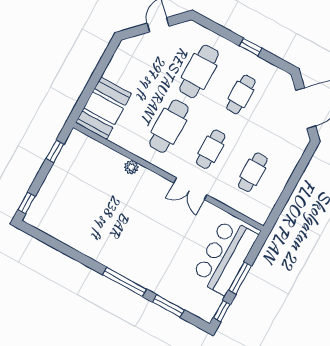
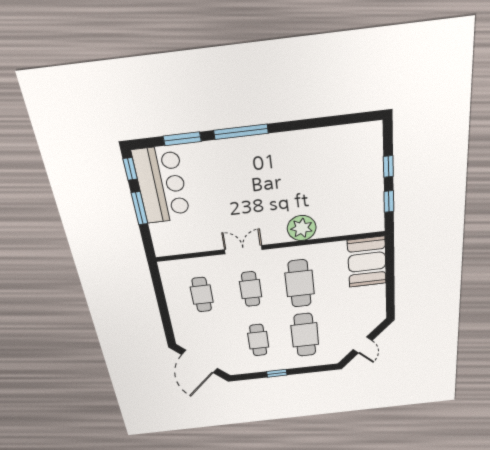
plant: (131, 167) -> (302, 228), width x1.87, depth x1.87
window: (27, 203) -> (388, 166), moved
bar counter: (225, 256) -> (161, 185), moved

